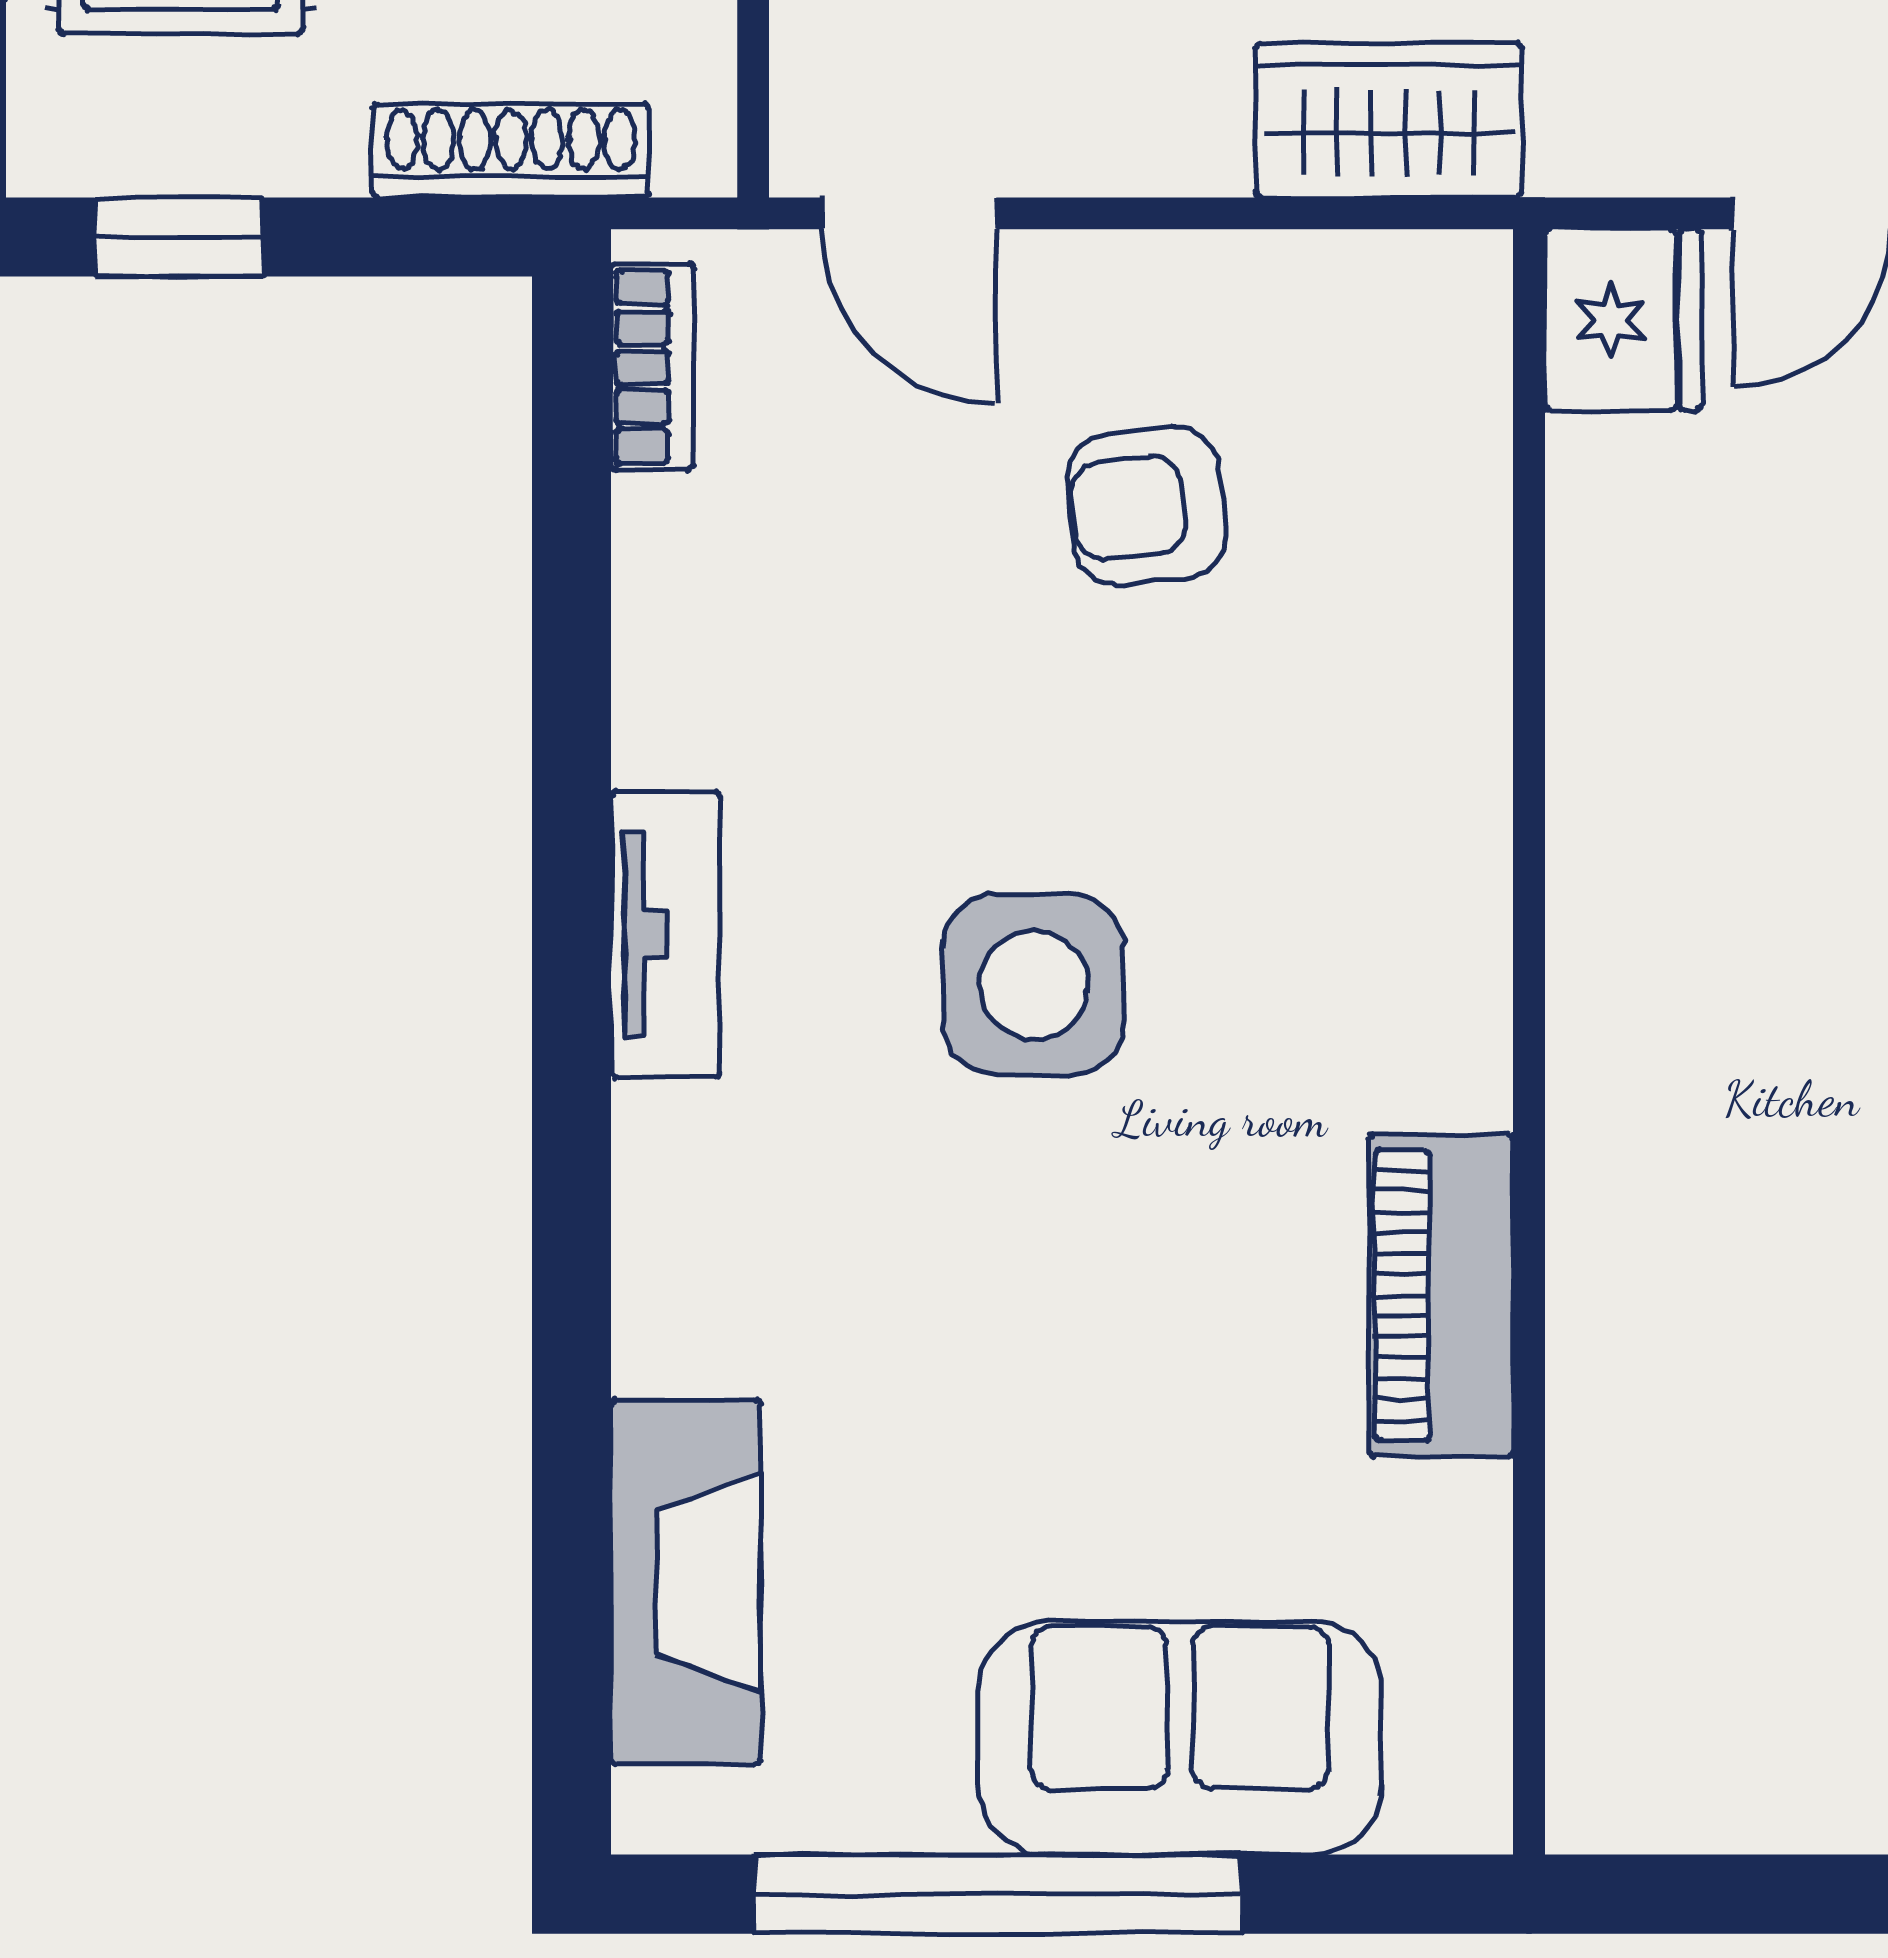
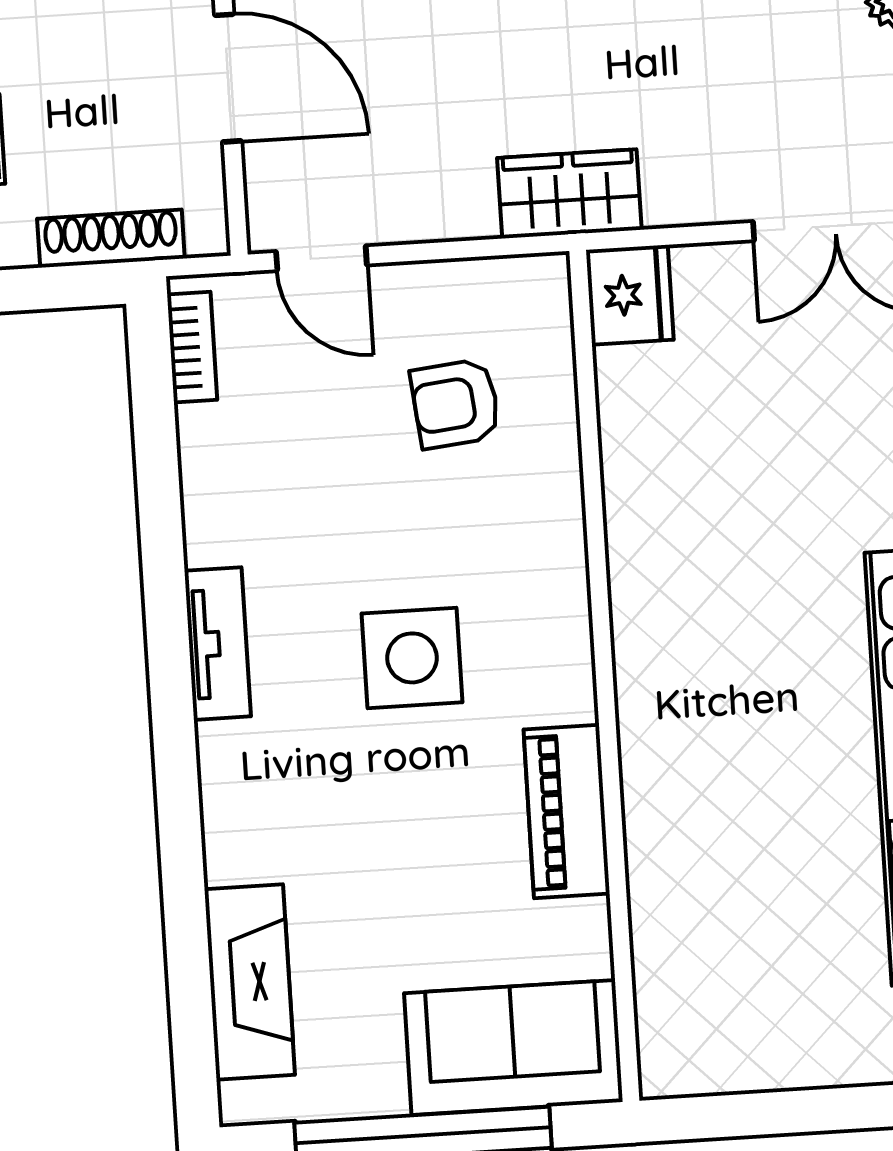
fridge: (1623, 320) -> (630, 295), moved
wall: (1529, 1042) -> (604, 676), moved
piano: (1441, 1295) -> (567, 811), moved

